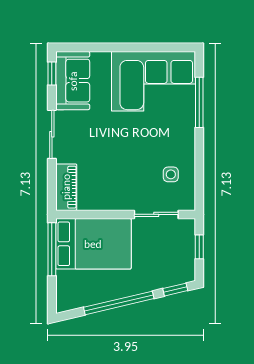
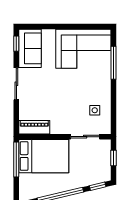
piano: (66, 187) -> (34, 127), moved, turned -90

